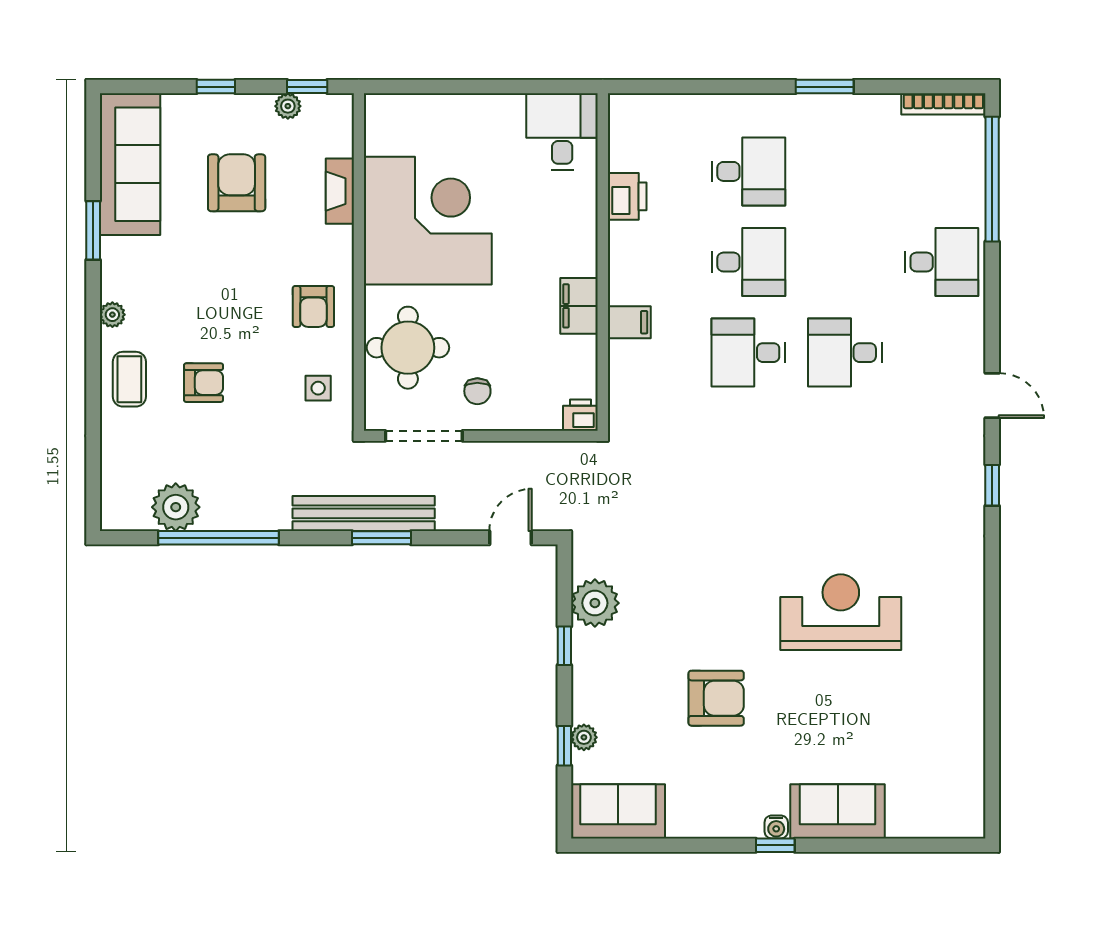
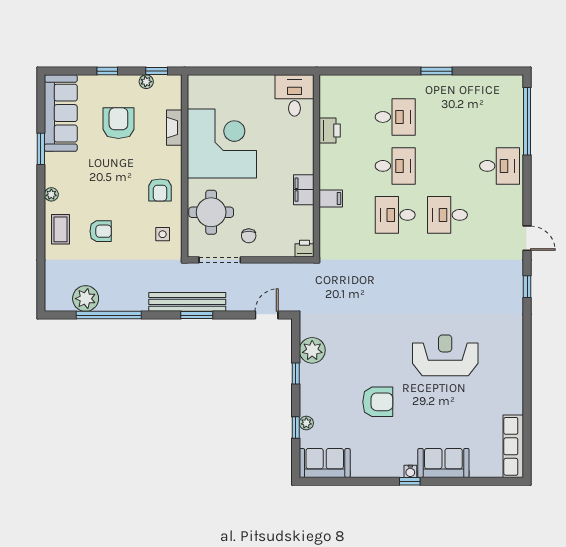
bookcase: (943, 104) -> (501, 81), removed
row of seats: (967, 781) -> (513, 446), added

